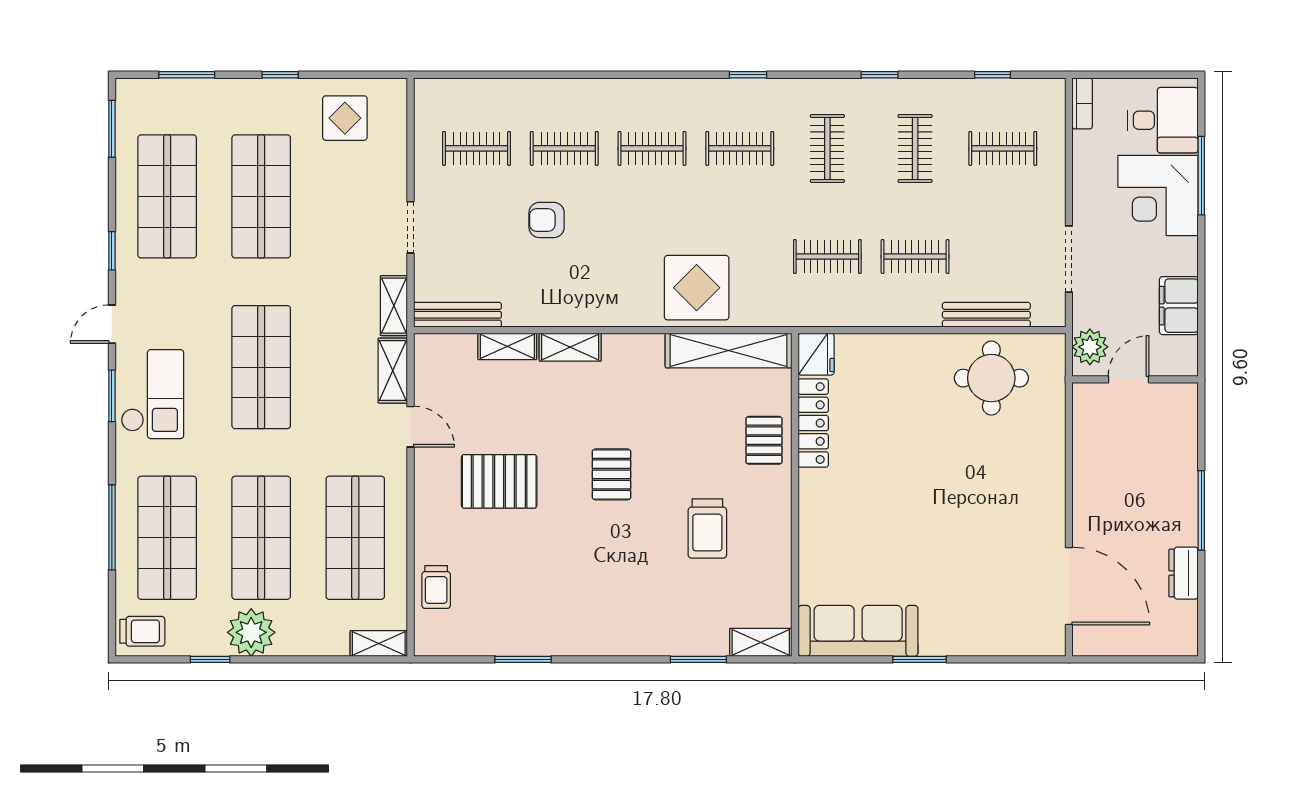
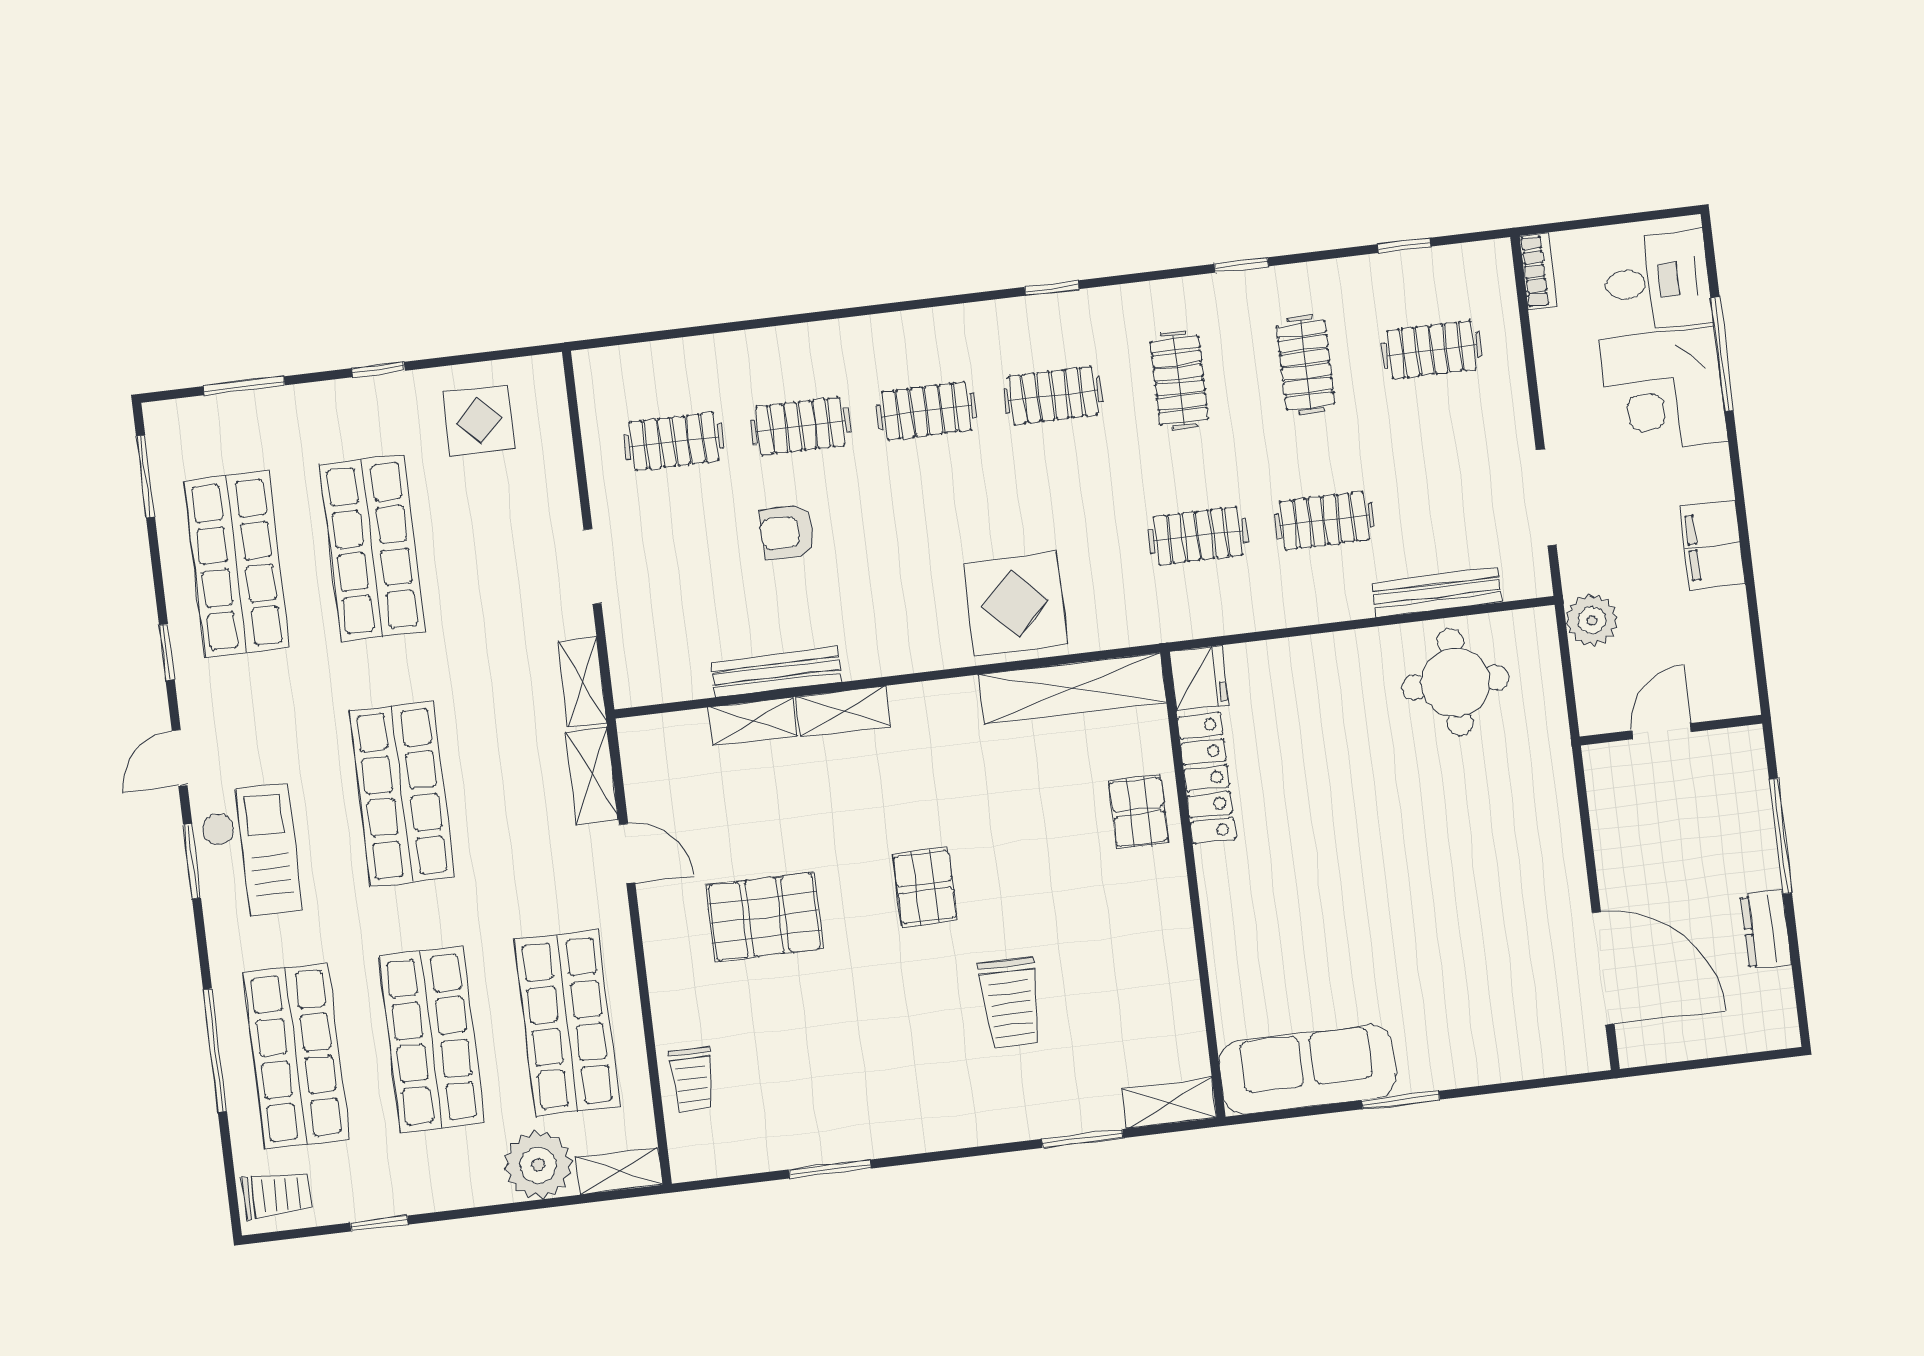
bench: (457, 315) -> (776, 672), moved
door: (1129, 379) -> (1662, 731), moved
wall: (1135, 379) -> (1671, 730), moved
trolley: (707, 528) -> (1010, 1002), moved
plant: (251, 632) -> (538, 1165), moved

